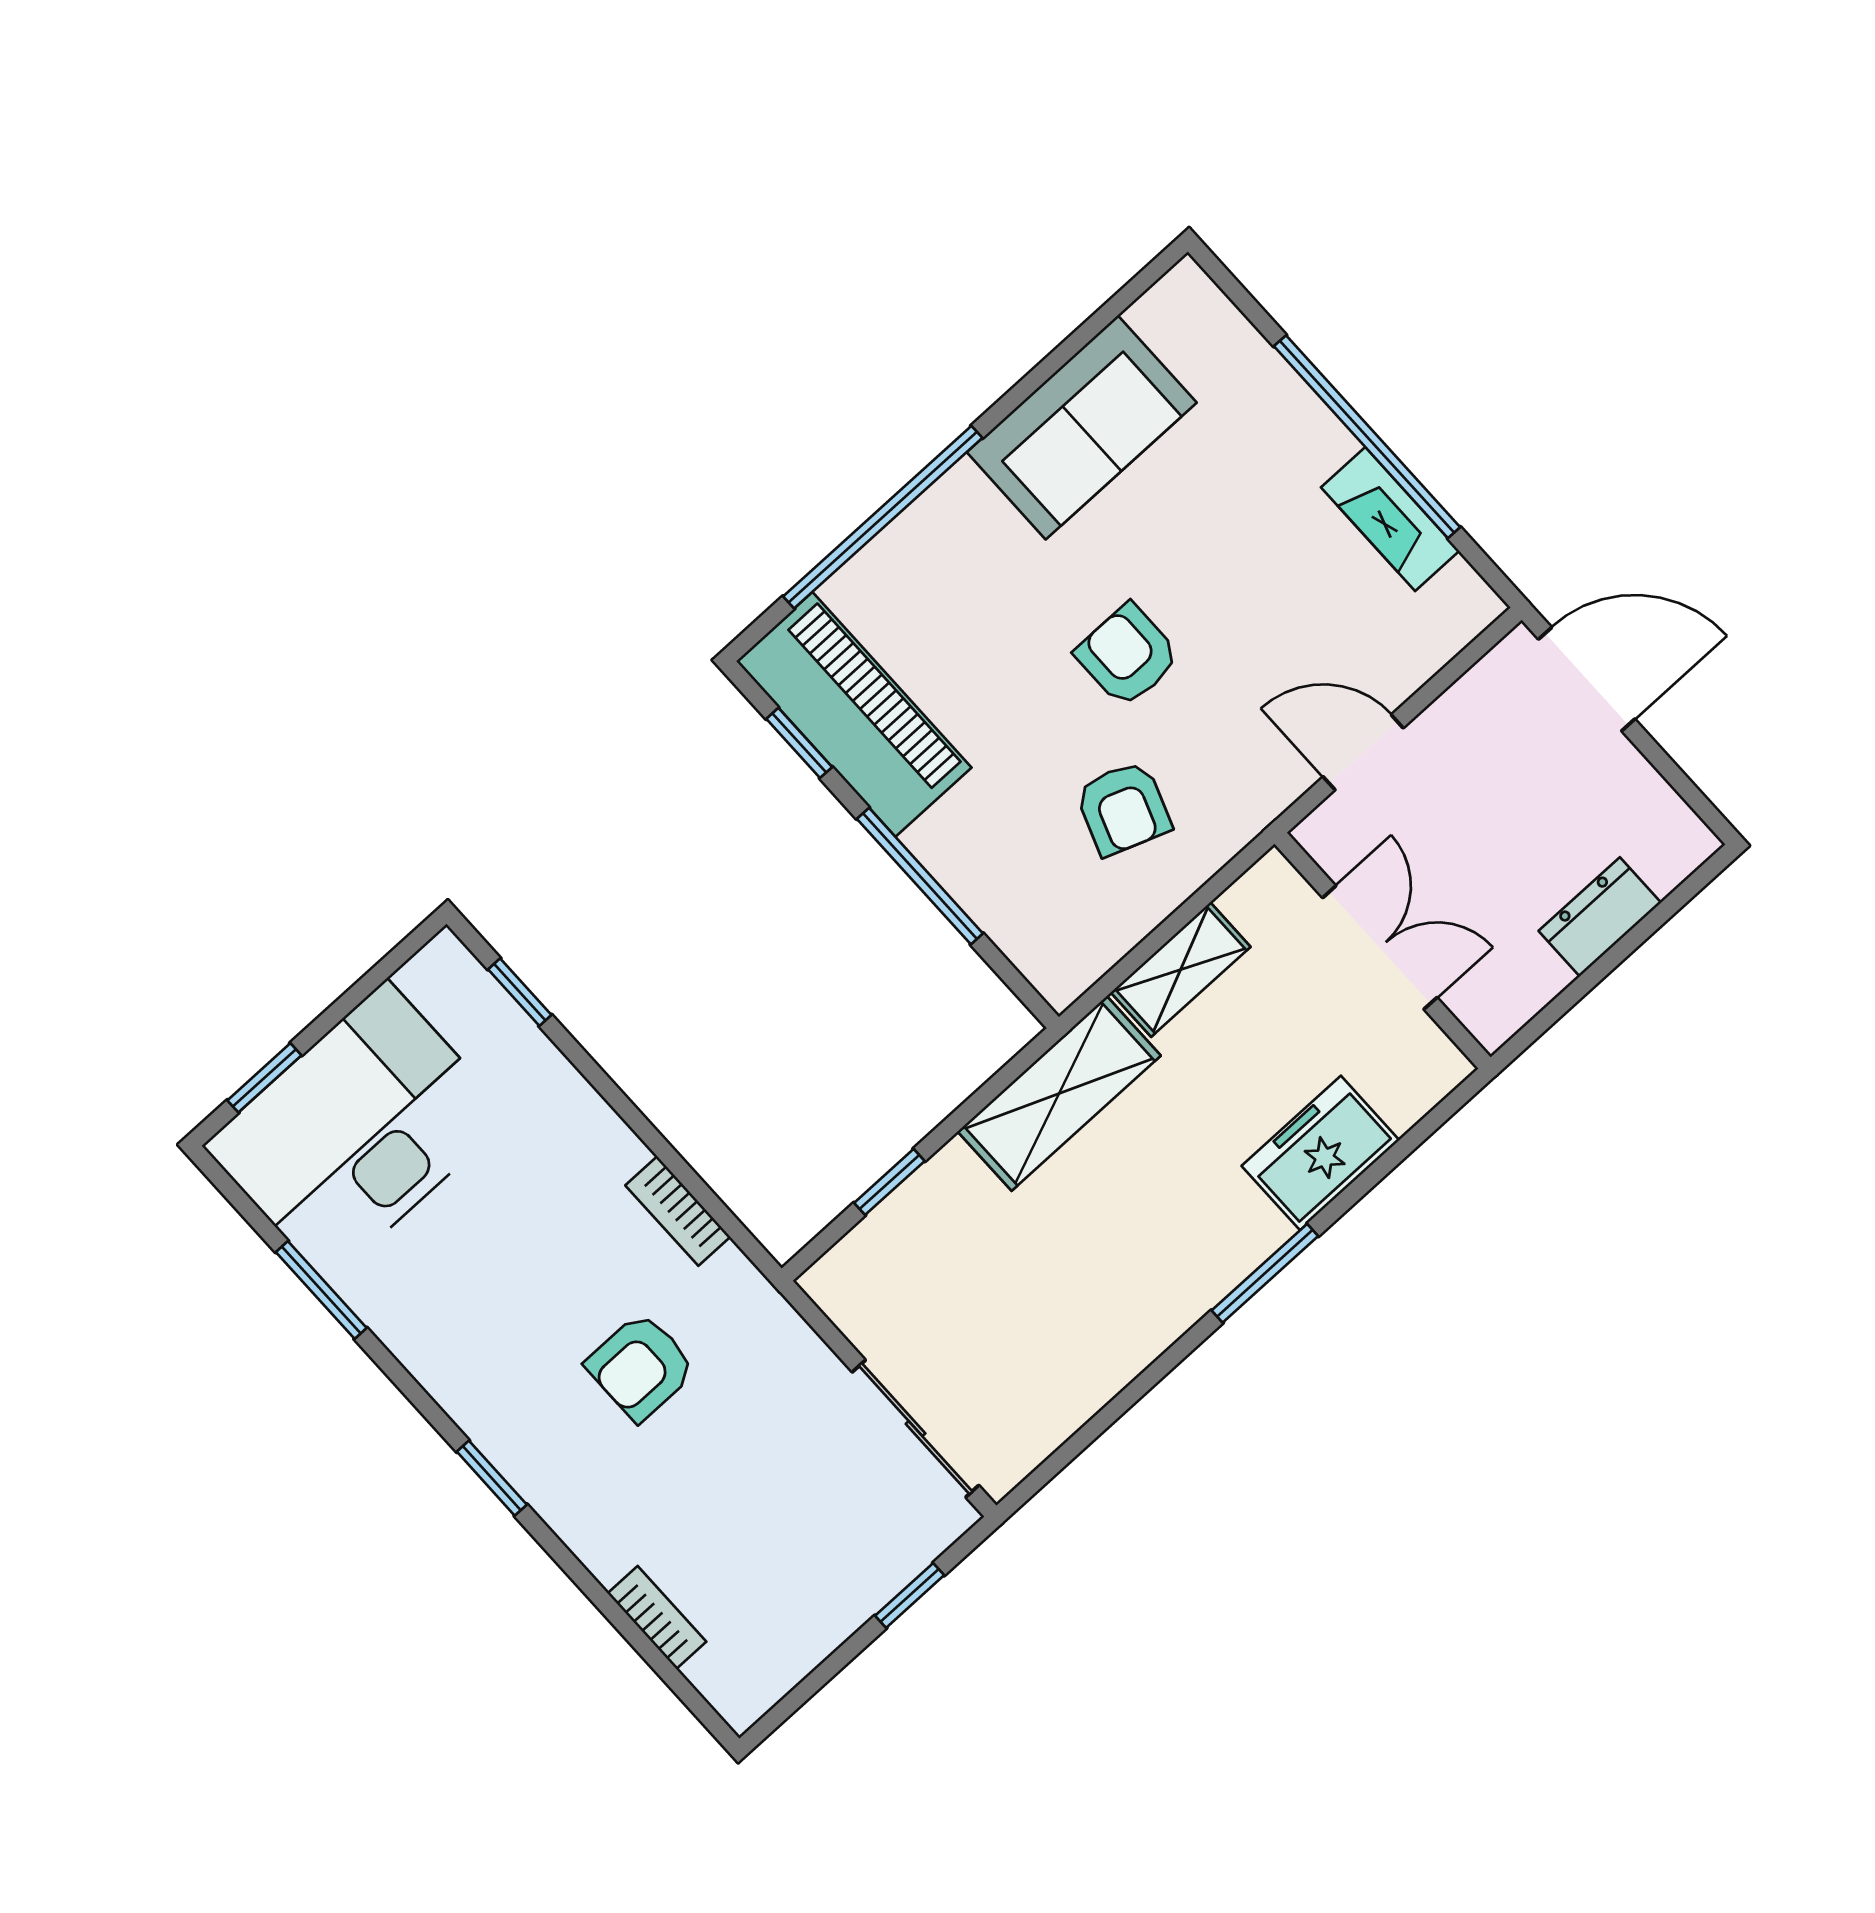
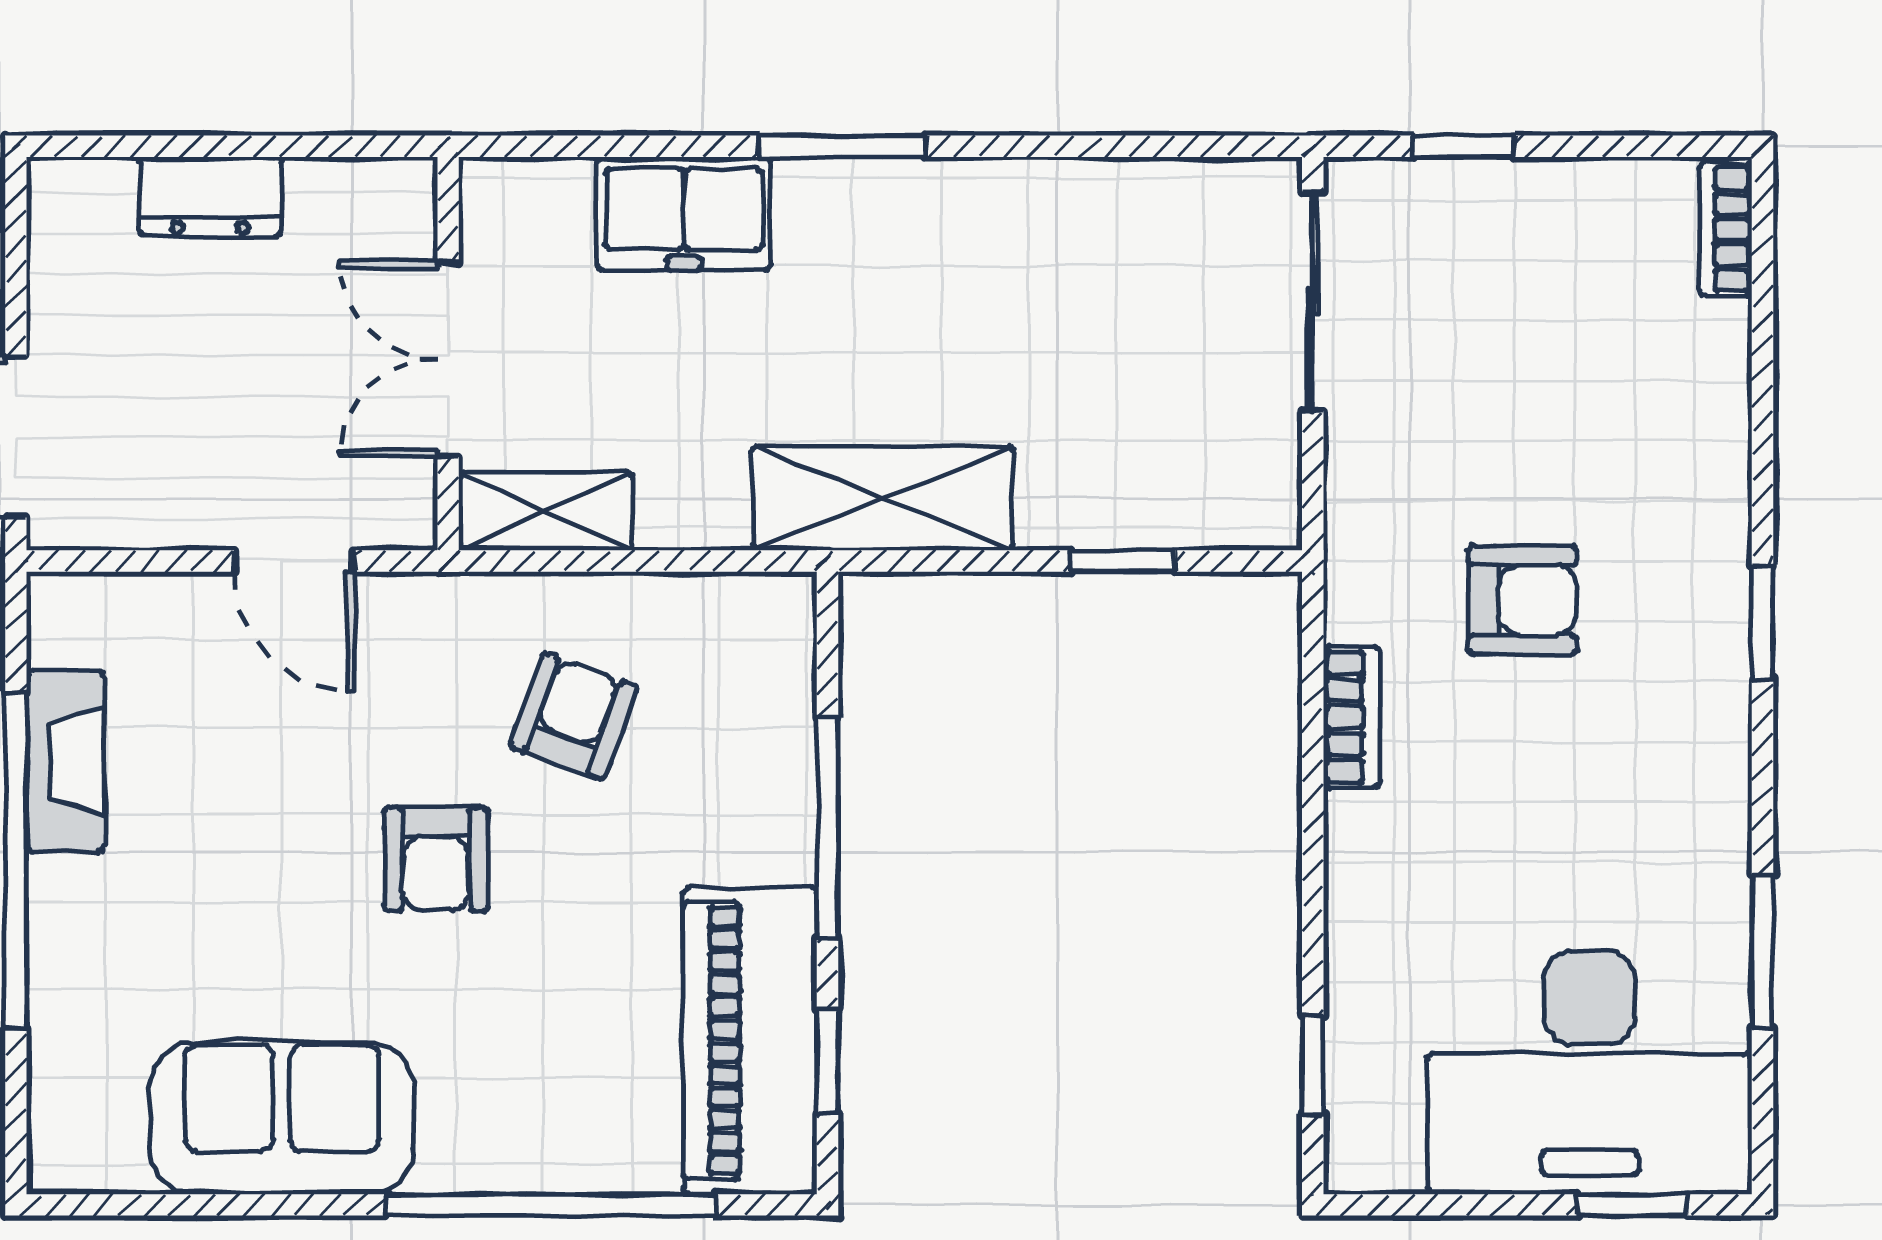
shelving: (1181, 970) -> (546, 511), moved
bookcase: (657, 1618) -> (1725, 229), moved

